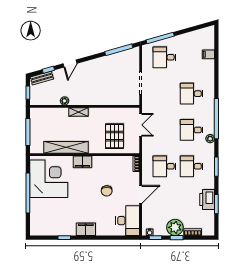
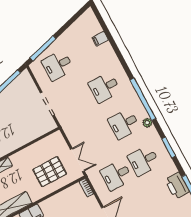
double door: (141, 125) -> (77, 160), moved
pallet: (115, 136) -> (50, 172), turned 90

